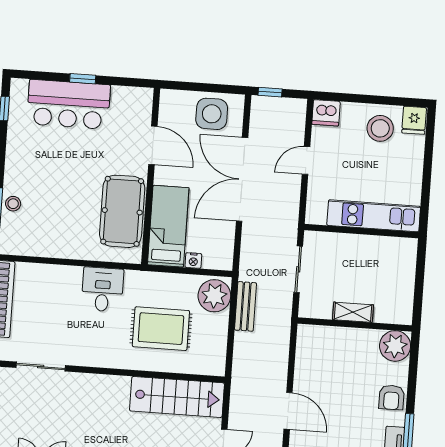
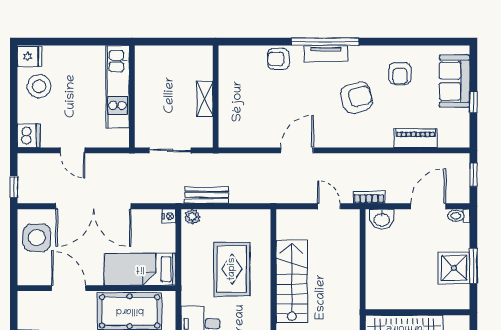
door: (153, 145) -> (69, 288), hinge flipped
nightstand: (193, 261) -> (169, 216), moved
plant: (214, 296) -> (192, 217), width x0.53, depth x0.53
plant: (395, 346) -> (232, 59), removed
stairs: (177, 397) -> (292, 281), moved
armchair: (391, 397) -> (278, 59), turned 180

